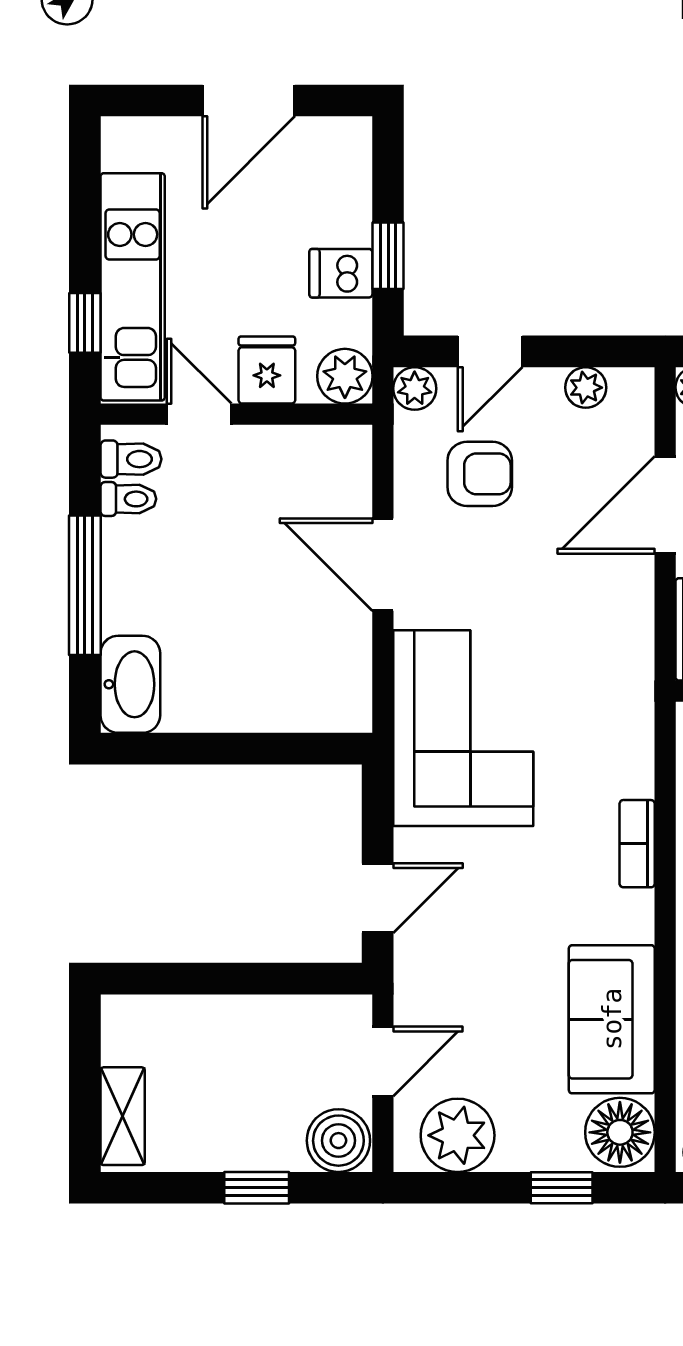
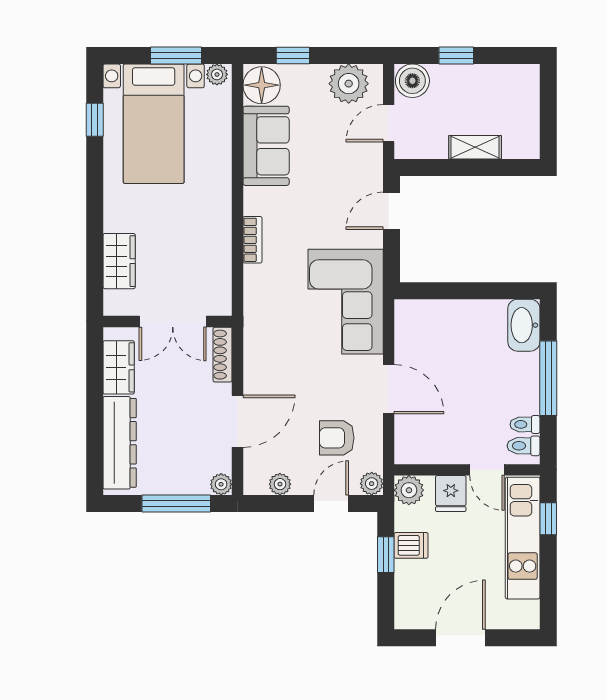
shelving: (123, 1116) -> (475, 147), moved, turned 90

